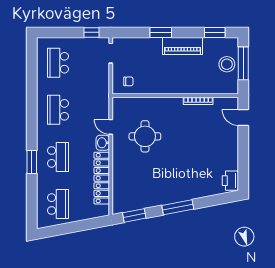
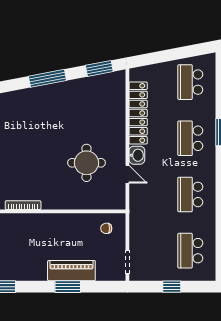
window: (91, 32) -> (172, 287), moved
piano: (183, 46) -> (71, 271), moved
school desk: (58, 63) -> (190, 251), turned 180
school desk: (58, 110) -> (190, 194), turned 180

